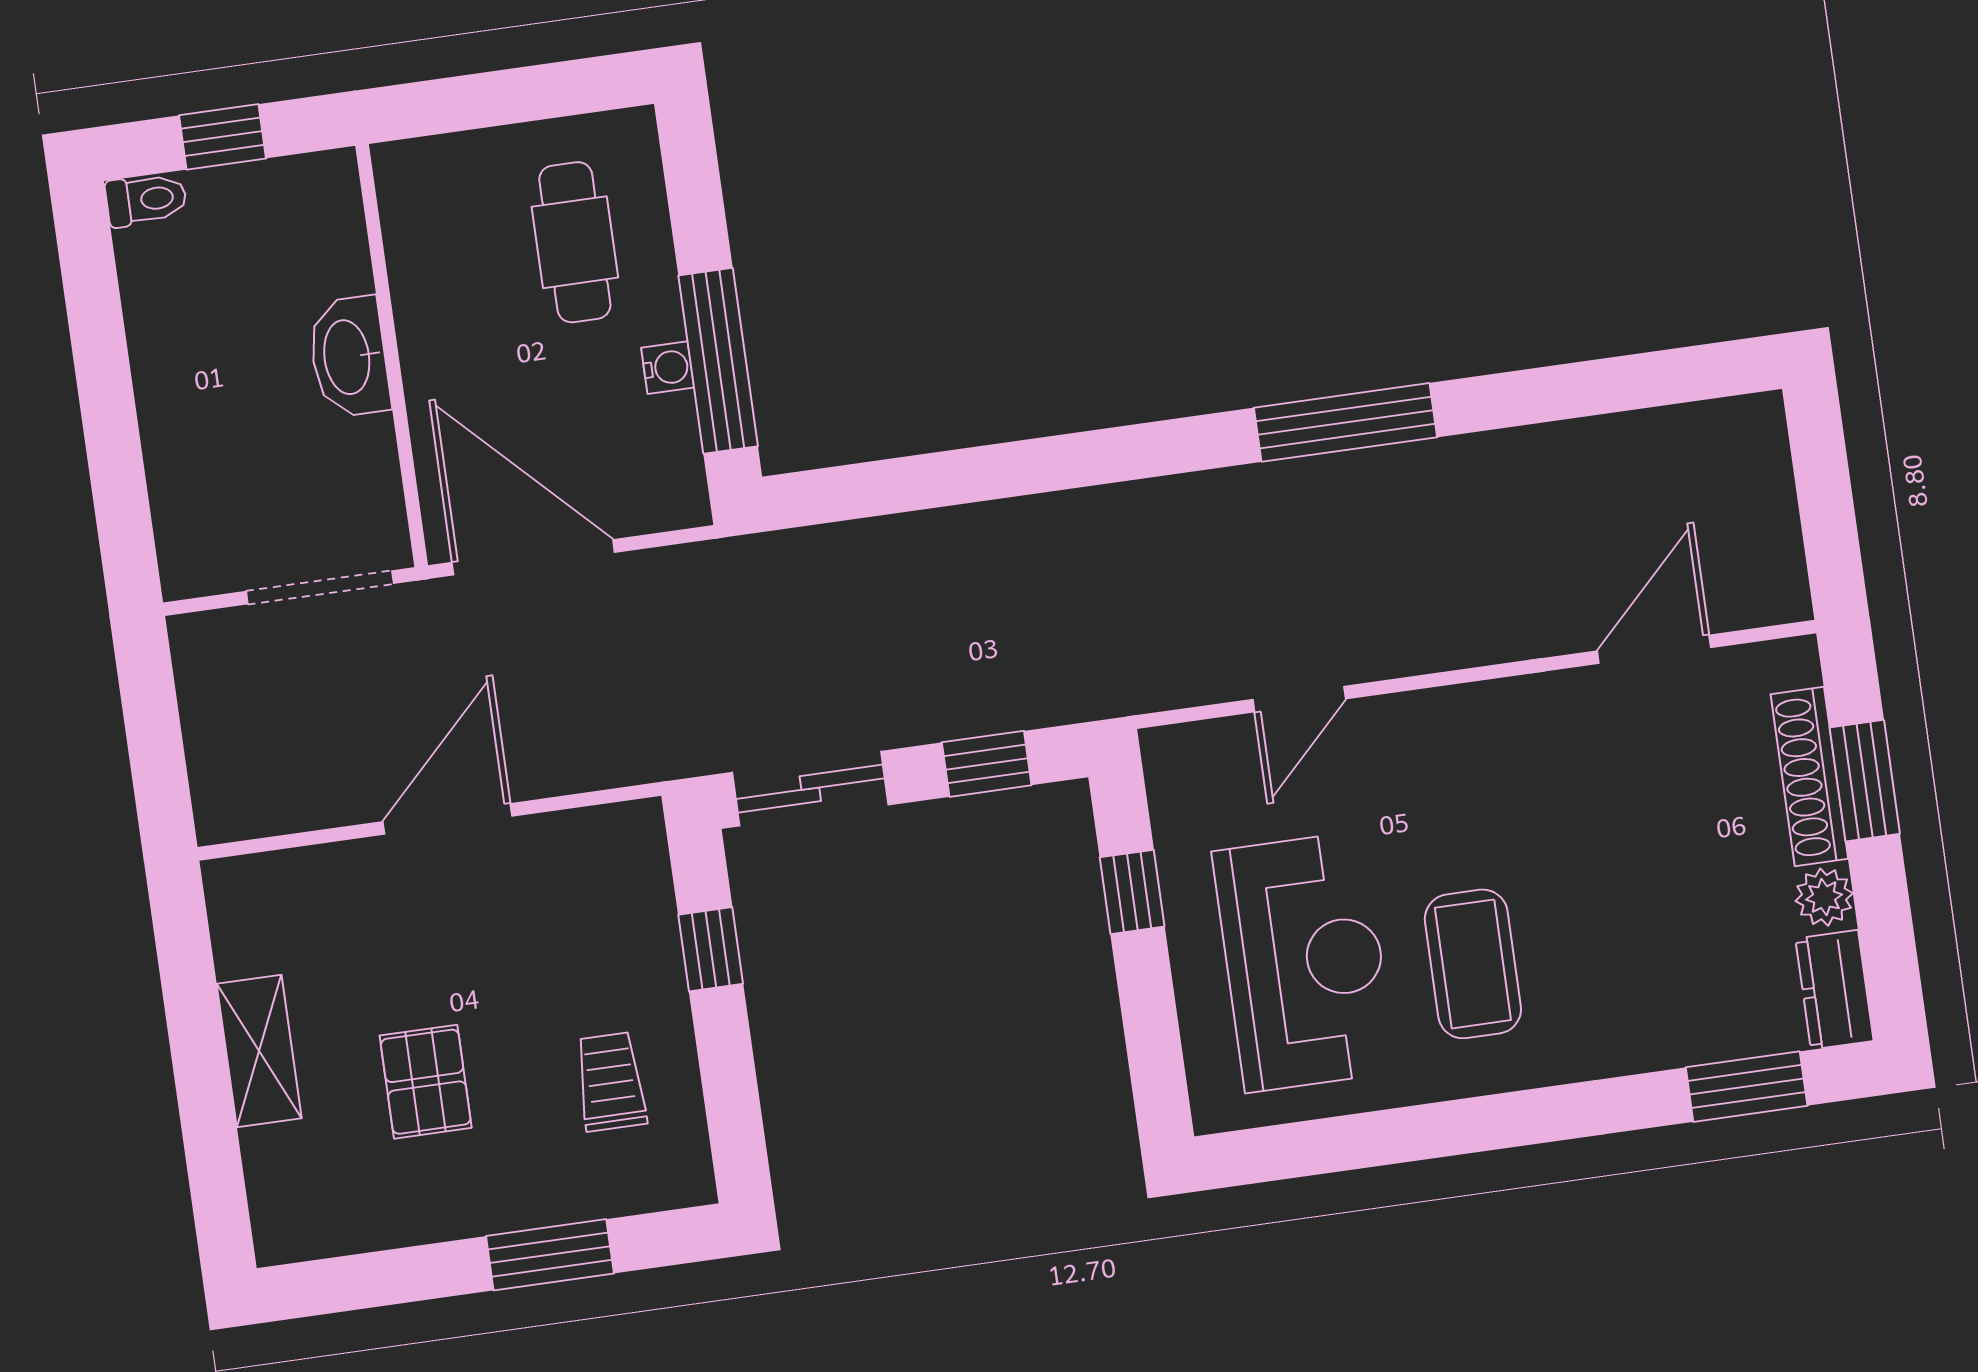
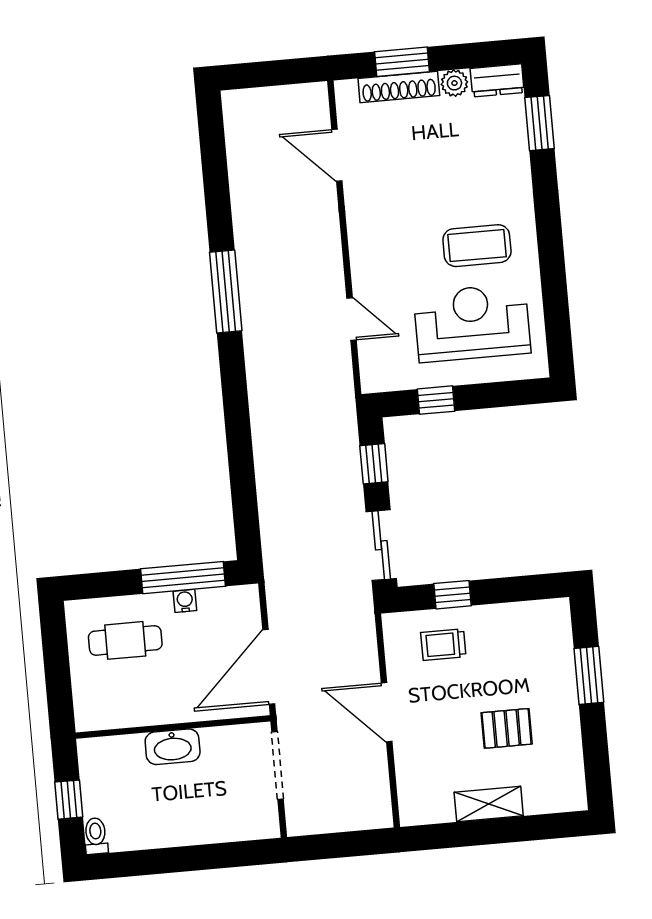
trolley: (611, 1082) -> (443, 645), moved

